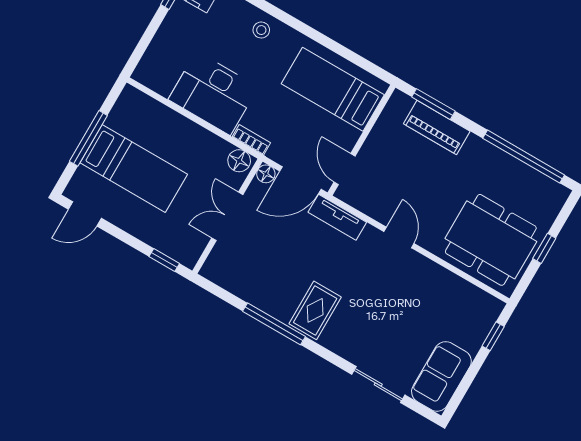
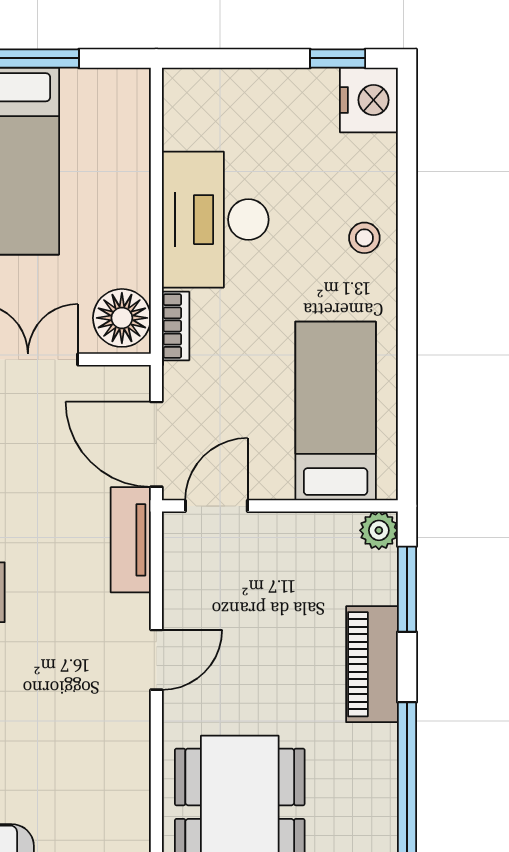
plant: (399, 101) -> (379, 530), added
piano: (437, 127) -> (372, 664), moved
floor lamp: (239, 161) -> (122, 318), width x1.38, depth x1.38
floor lamp: (266, 174) -> (134, 382), removed

